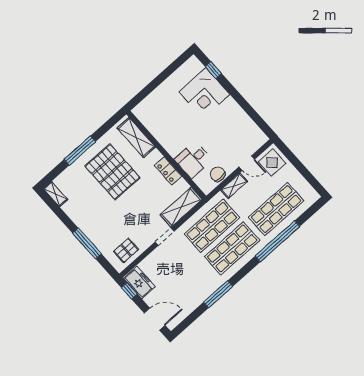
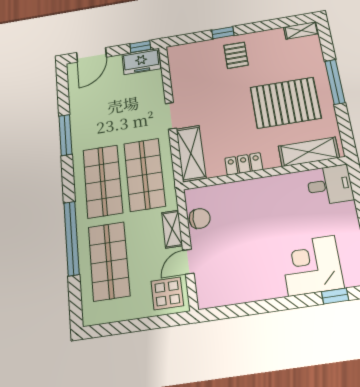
desk: (193, 160) -> (330, 185), moved, turned 90
window: (87, 243) -> (223, 33), width x0.46
pallet: (126, 250) -> (236, 55), moved

